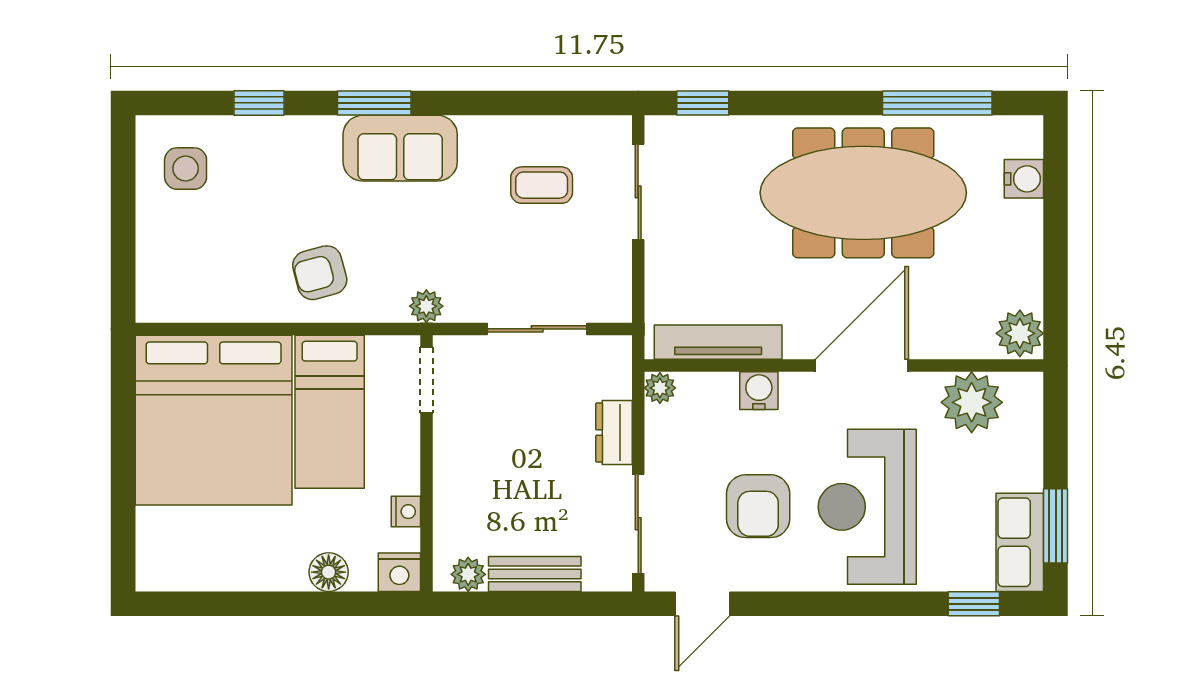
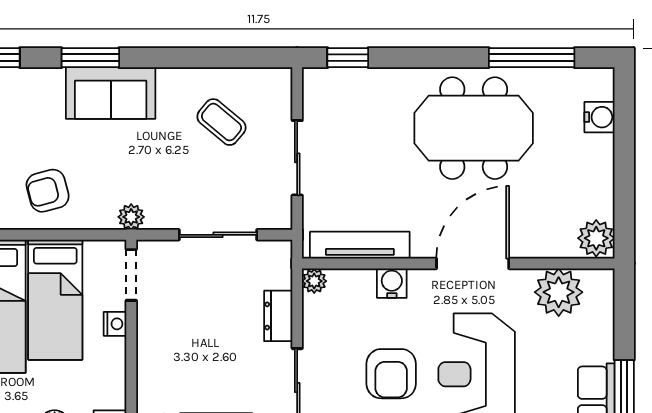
coffee table: (542, 185) -> (221, 122), turned 40
sliding door: (638, 192) -> (297, 158), moved
meeting table: (863, 193) -> (474, 128), width x0.73
nightstand: (406, 512) -> (115, 324), moved

